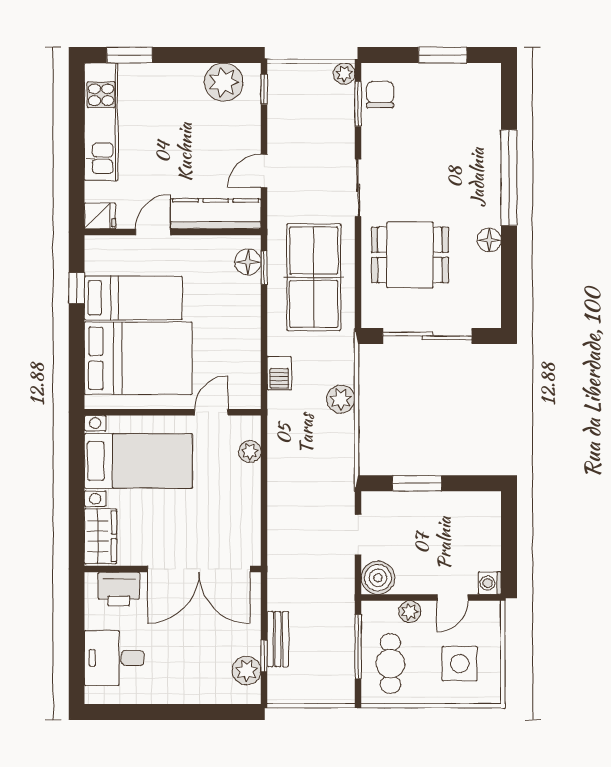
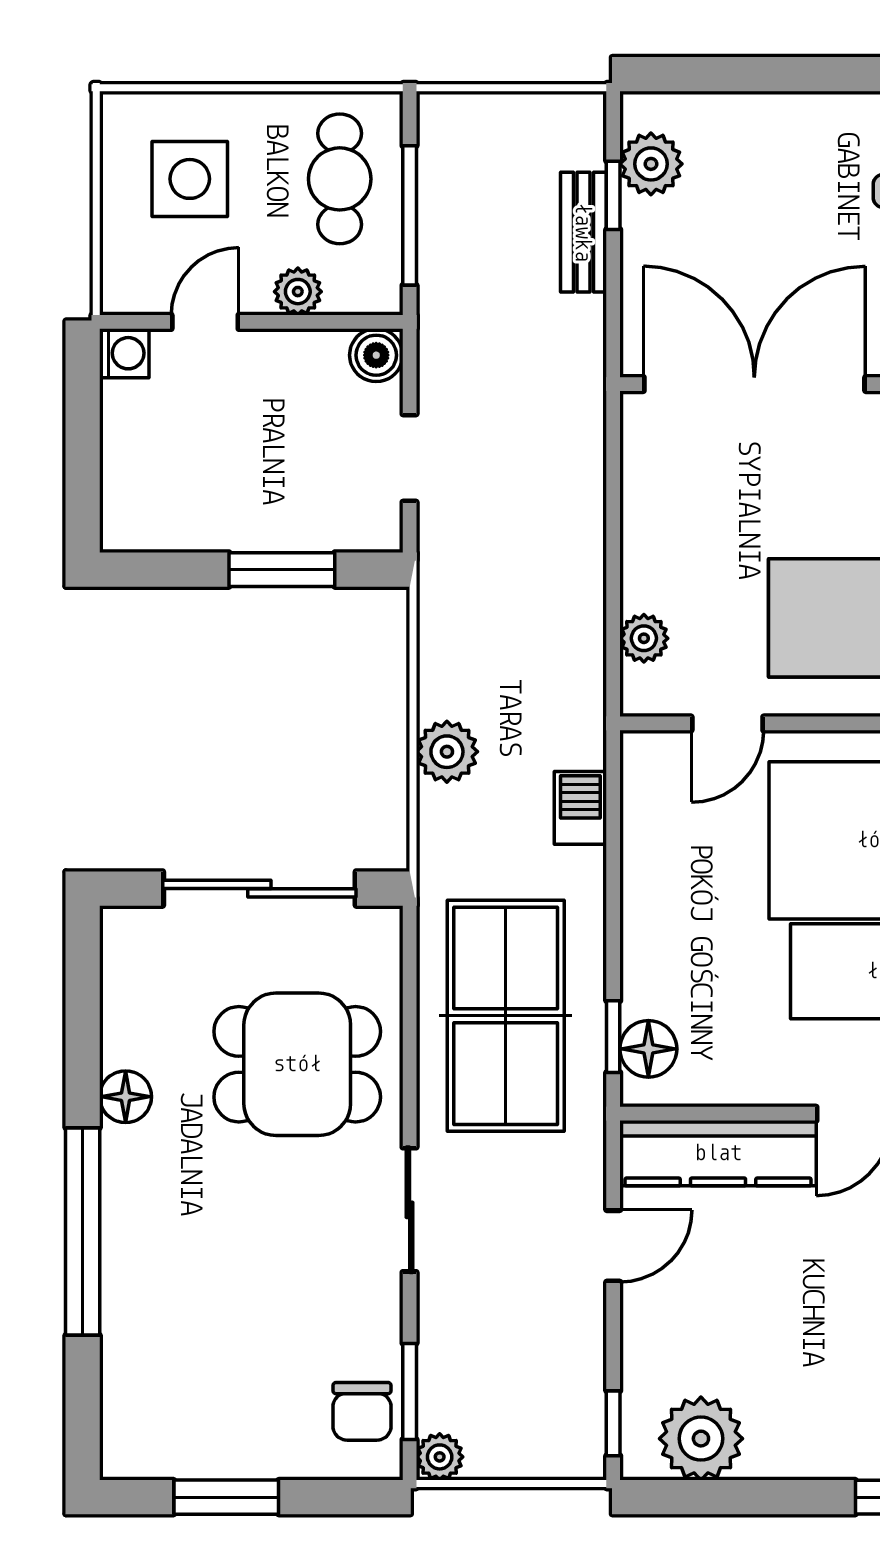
boiler: (378, 578) -> (376, 355), width x0.73, depth x0.73

